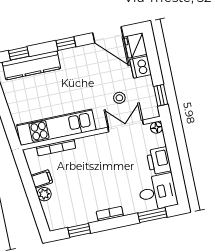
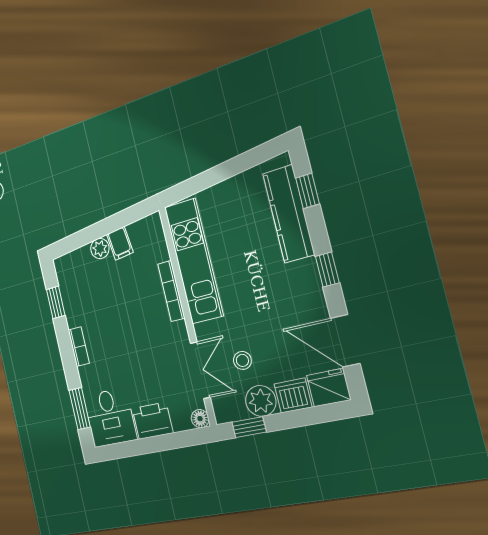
door: (108, 35) -> (345, 341), hinge flipped
plant: (144, 87) -> (261, 401), added
bookcase: (56, 147) -> (171, 291), moved

